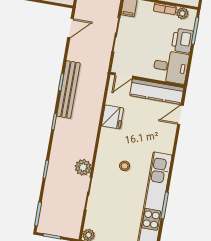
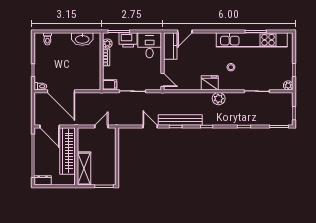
door: (71, 28) -> (150, 127), moved
kitchen counter: (157, 92) -> (170, 46), width x0.67
door: (180, 115) -> (185, 31), hinge flipped
fridge: (113, 117) -> (210, 83), moved
plant: (83, 167) -> (219, 99), moved

